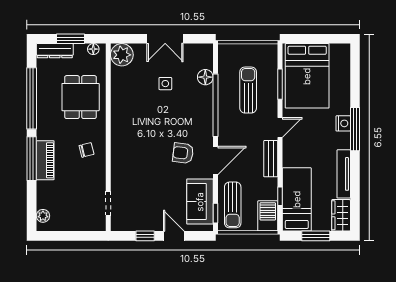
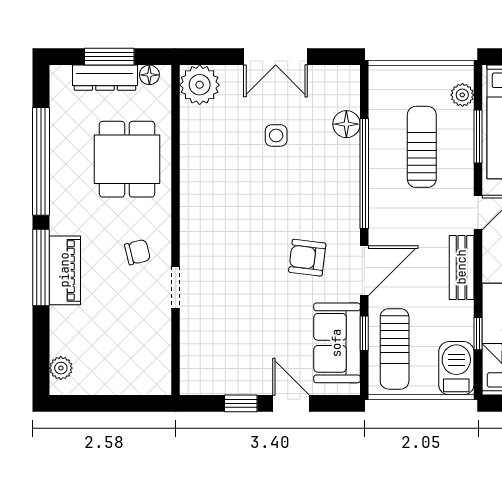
dresser: (55, 51) -> (105, 78), moved
plant: (271, 61) -> (462, 95), added
doorway: (108, 203) -> (176, 287), moved
window: (215, 213) -> (364, 333), moved

